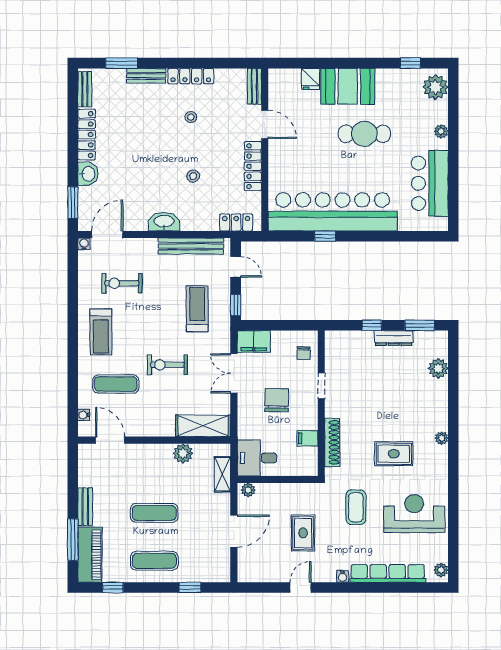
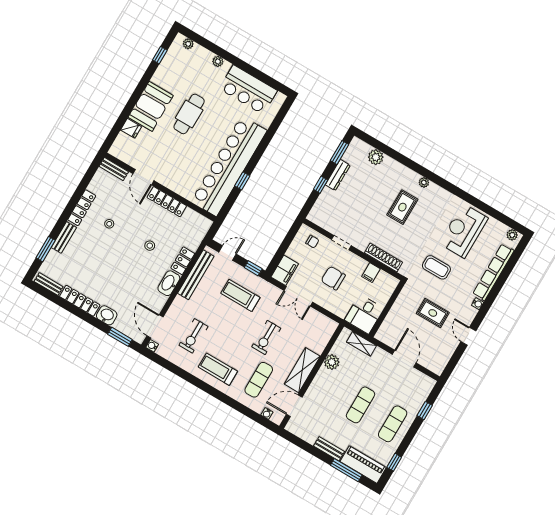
plant: (435, 87) -> (188, 44), width x0.53, depth x0.53
door: (265, 124) -> (143, 177), swing flipped
locker: (236, 222) -> (183, 261), moved
treadmill: (101, 332) -> (218, 369), turned 180
shelving: (203, 426) -> (302, 370), moved
rug: (394, 454) -> (402, 207), moved
plant: (248, 490) -> (382, 333), removed

